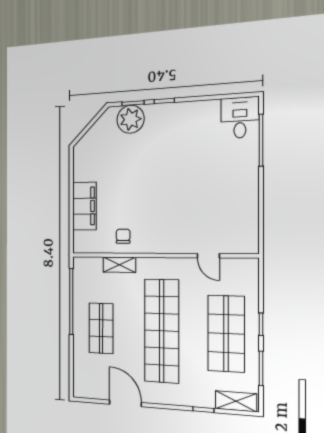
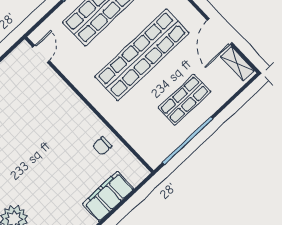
door: (208, 256) -> (41, 54), moved
shelving: (119, 265) -> (237, 64), moved

